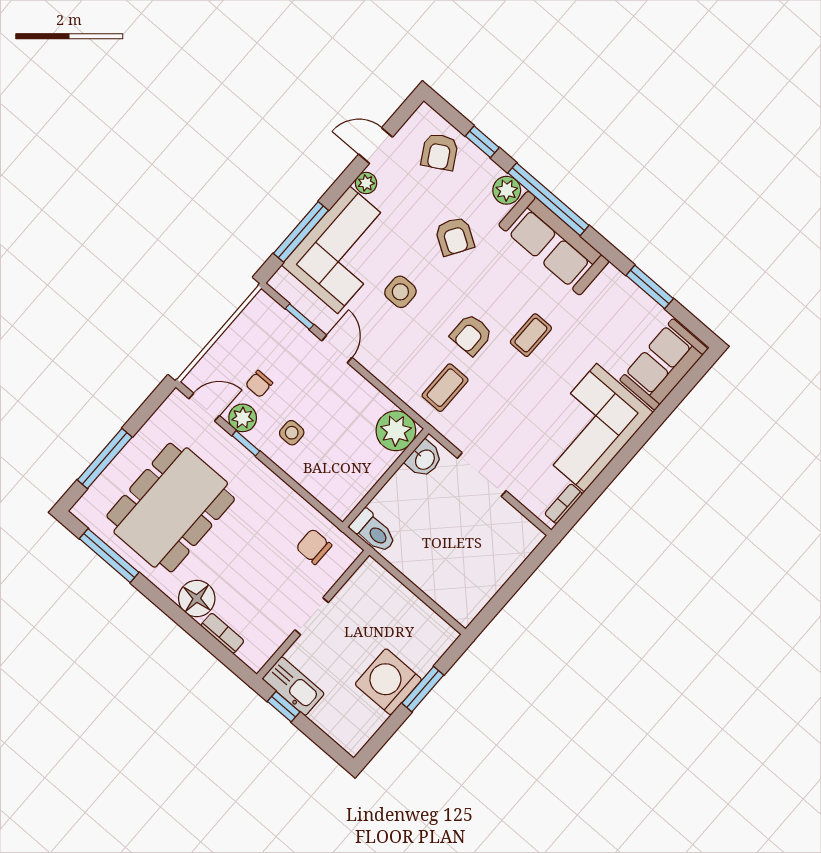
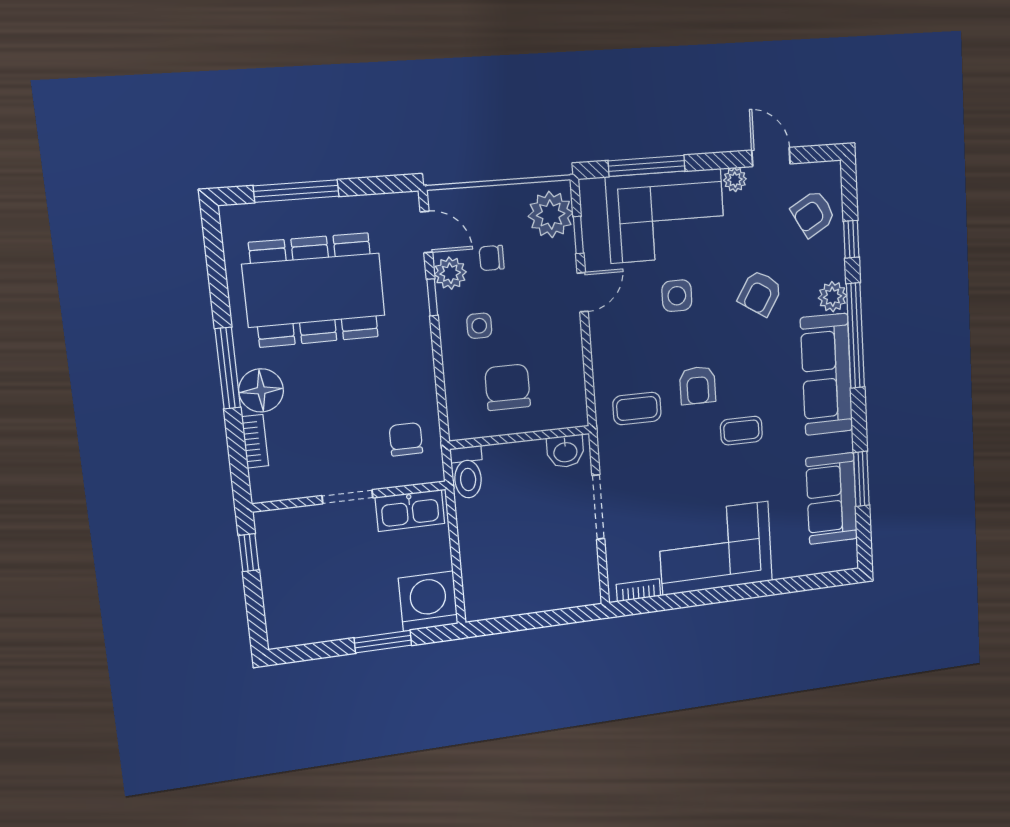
armchair: (471, 335) -> (698, 385), turned -90
sofa: (664, 364) -> (832, 499), moved, turned -90
plant: (396, 431) -> (551, 214), moved
chair: (347, 454) -> (508, 387), added
window: (109, 556) -> (228, 368), moved
washing machine: (388, 682) -> (428, 601), moved
kitchen sink: (293, 686) -> (410, 510), moved, turned 90

